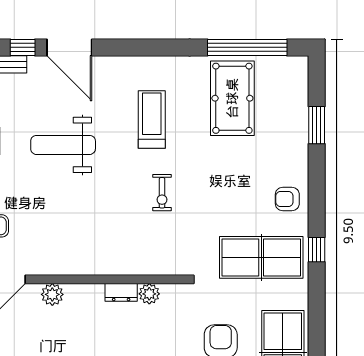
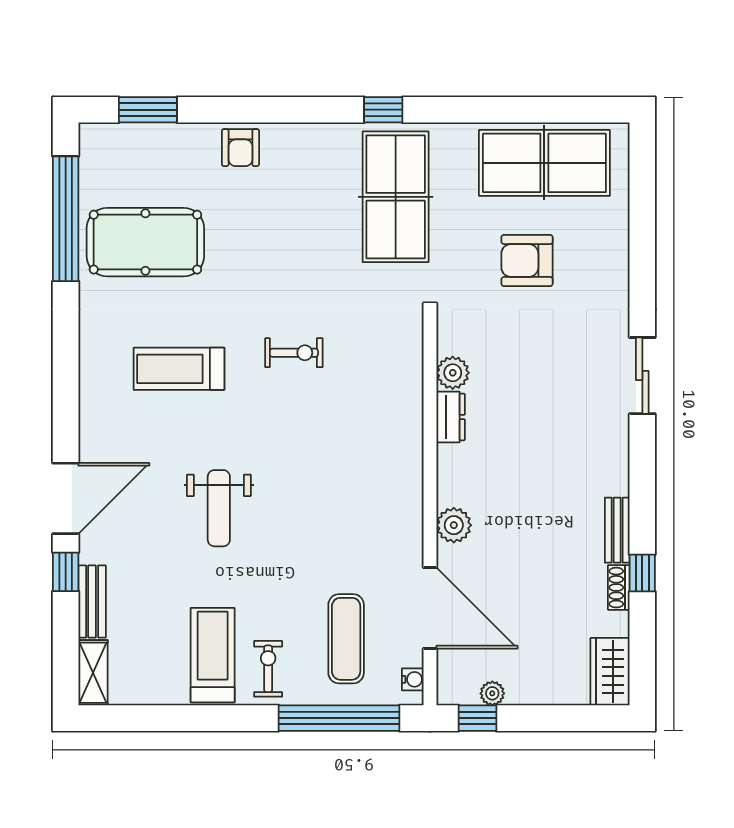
window: (317, 125) -> (148, 110), moved
weight bench: (63, 145) -> (219, 508), width x0.73, depth x0.75
armchair: (287, 199) -> (240, 148), moved

